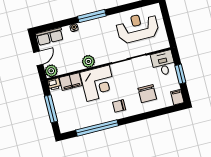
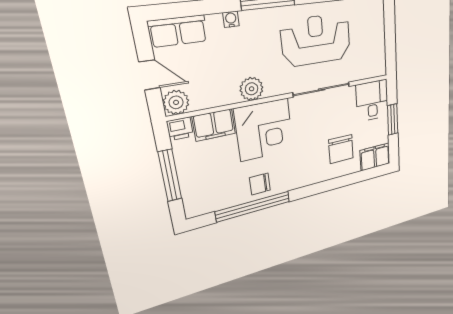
reception desk: (137, 28) -> (316, 40), moved
door: (38, 58) -> (150, 75), hinge flipped
filing cabinet: (177, 97) -> (375, 157), width x2.00
chair: (119, 106) -> (260, 184), moved

